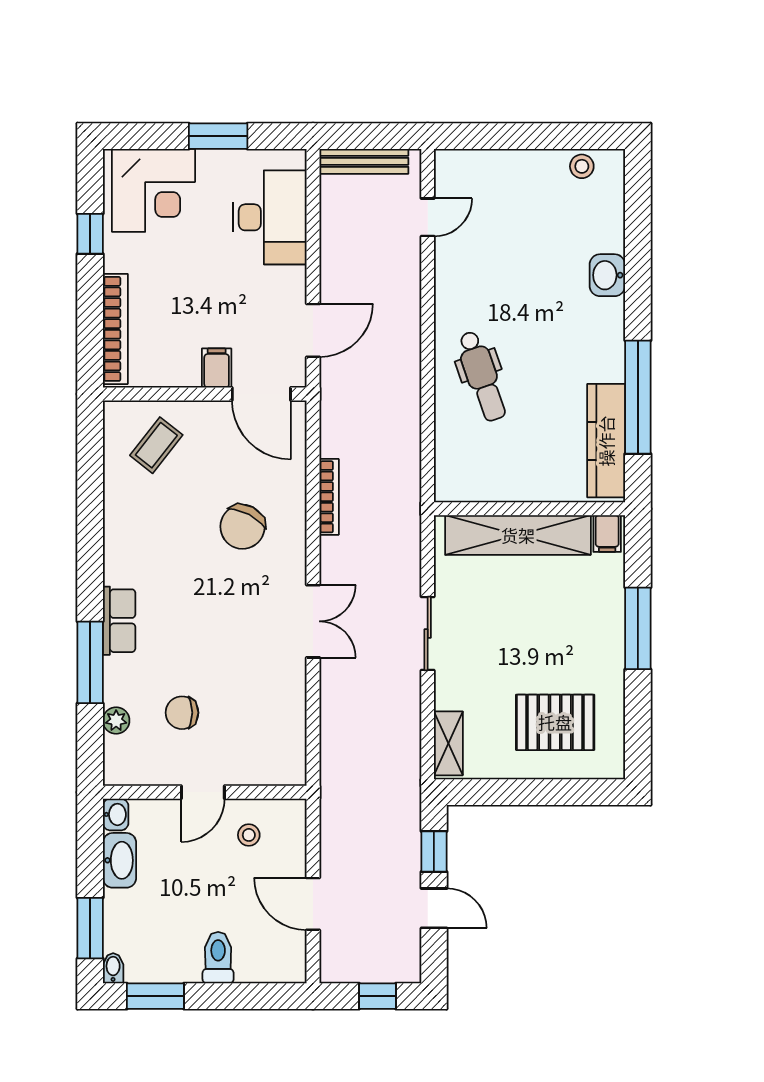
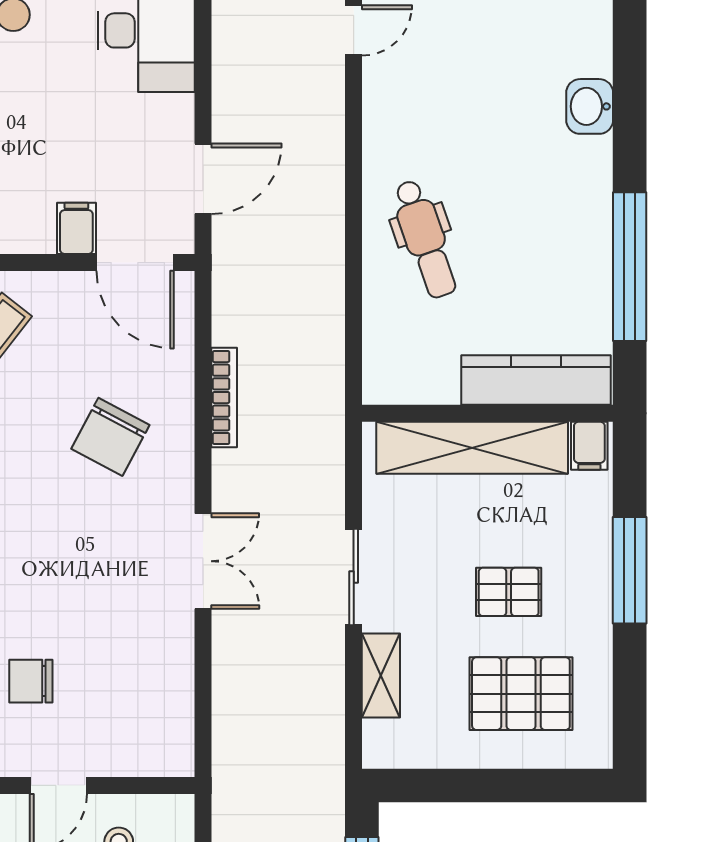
kitchen counter: (606, 441) -> (536, 380), moved, turned 90
pallet: (546, 645) -> (509, 592), added
shelving: (448, 743) -> (381, 676), moved

